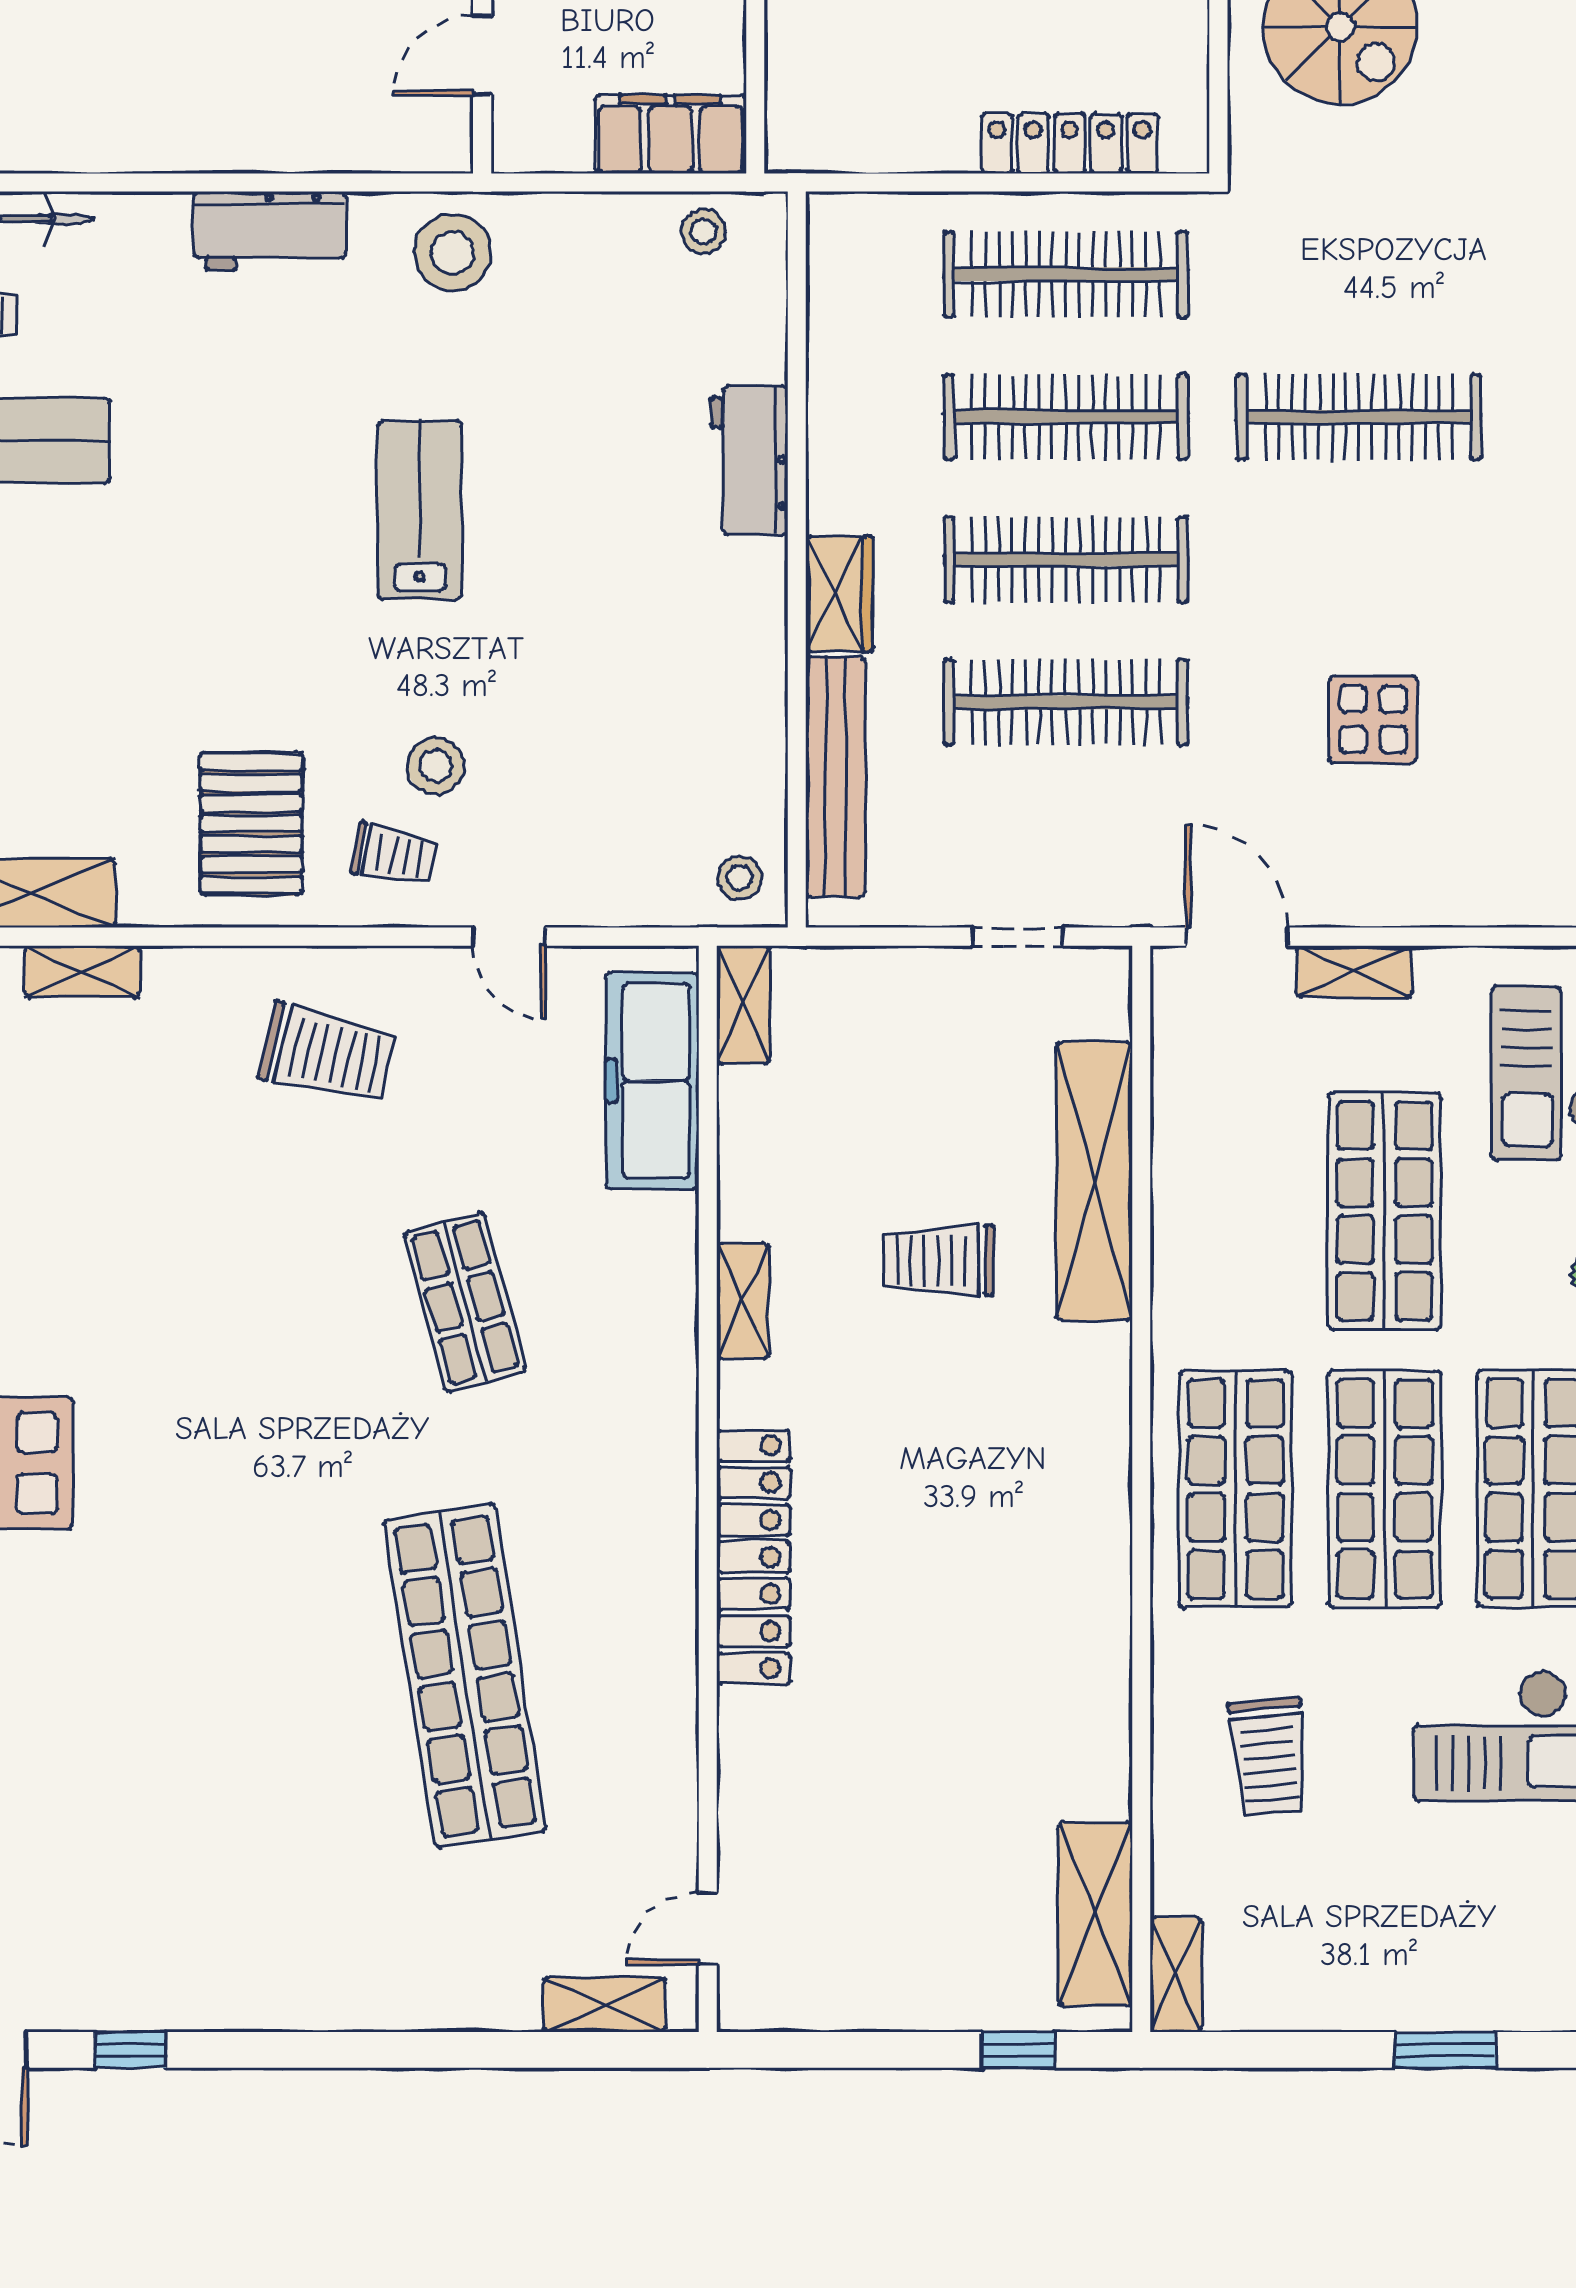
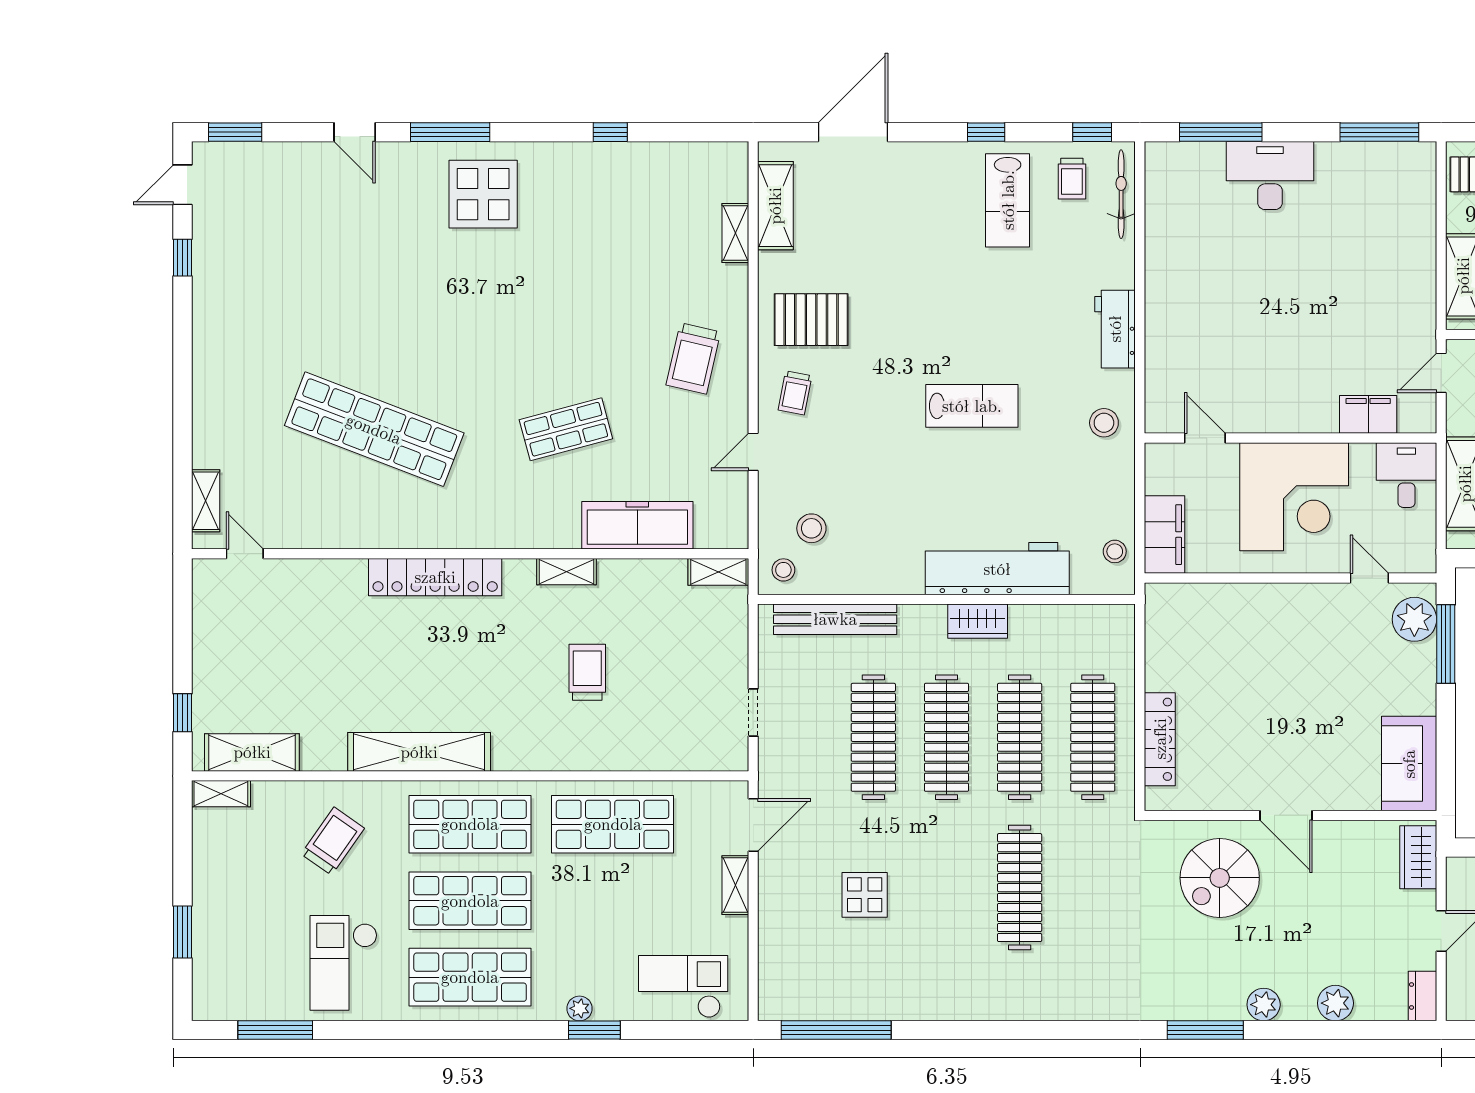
stool: (452, 252) -> (1104, 423), width x0.73, depth x0.73
workbench: (749, 461) -> (997, 569), width x1.88, depth x1.32
wardrobe: (839, 594) -> (978, 621), moved
stool: (436, 766) -> (811, 528), moved
freezer: (652, 1081) -> (637, 525), moved
shelving: (1094, 1181) -> (419, 752), moved
shop shelf: (1385, 1211) -> (613, 824), moved
shop shelf: (465, 1676) -> (374, 429), turned 30
trolley: (1268, 1757) -> (333, 841), turned 130

